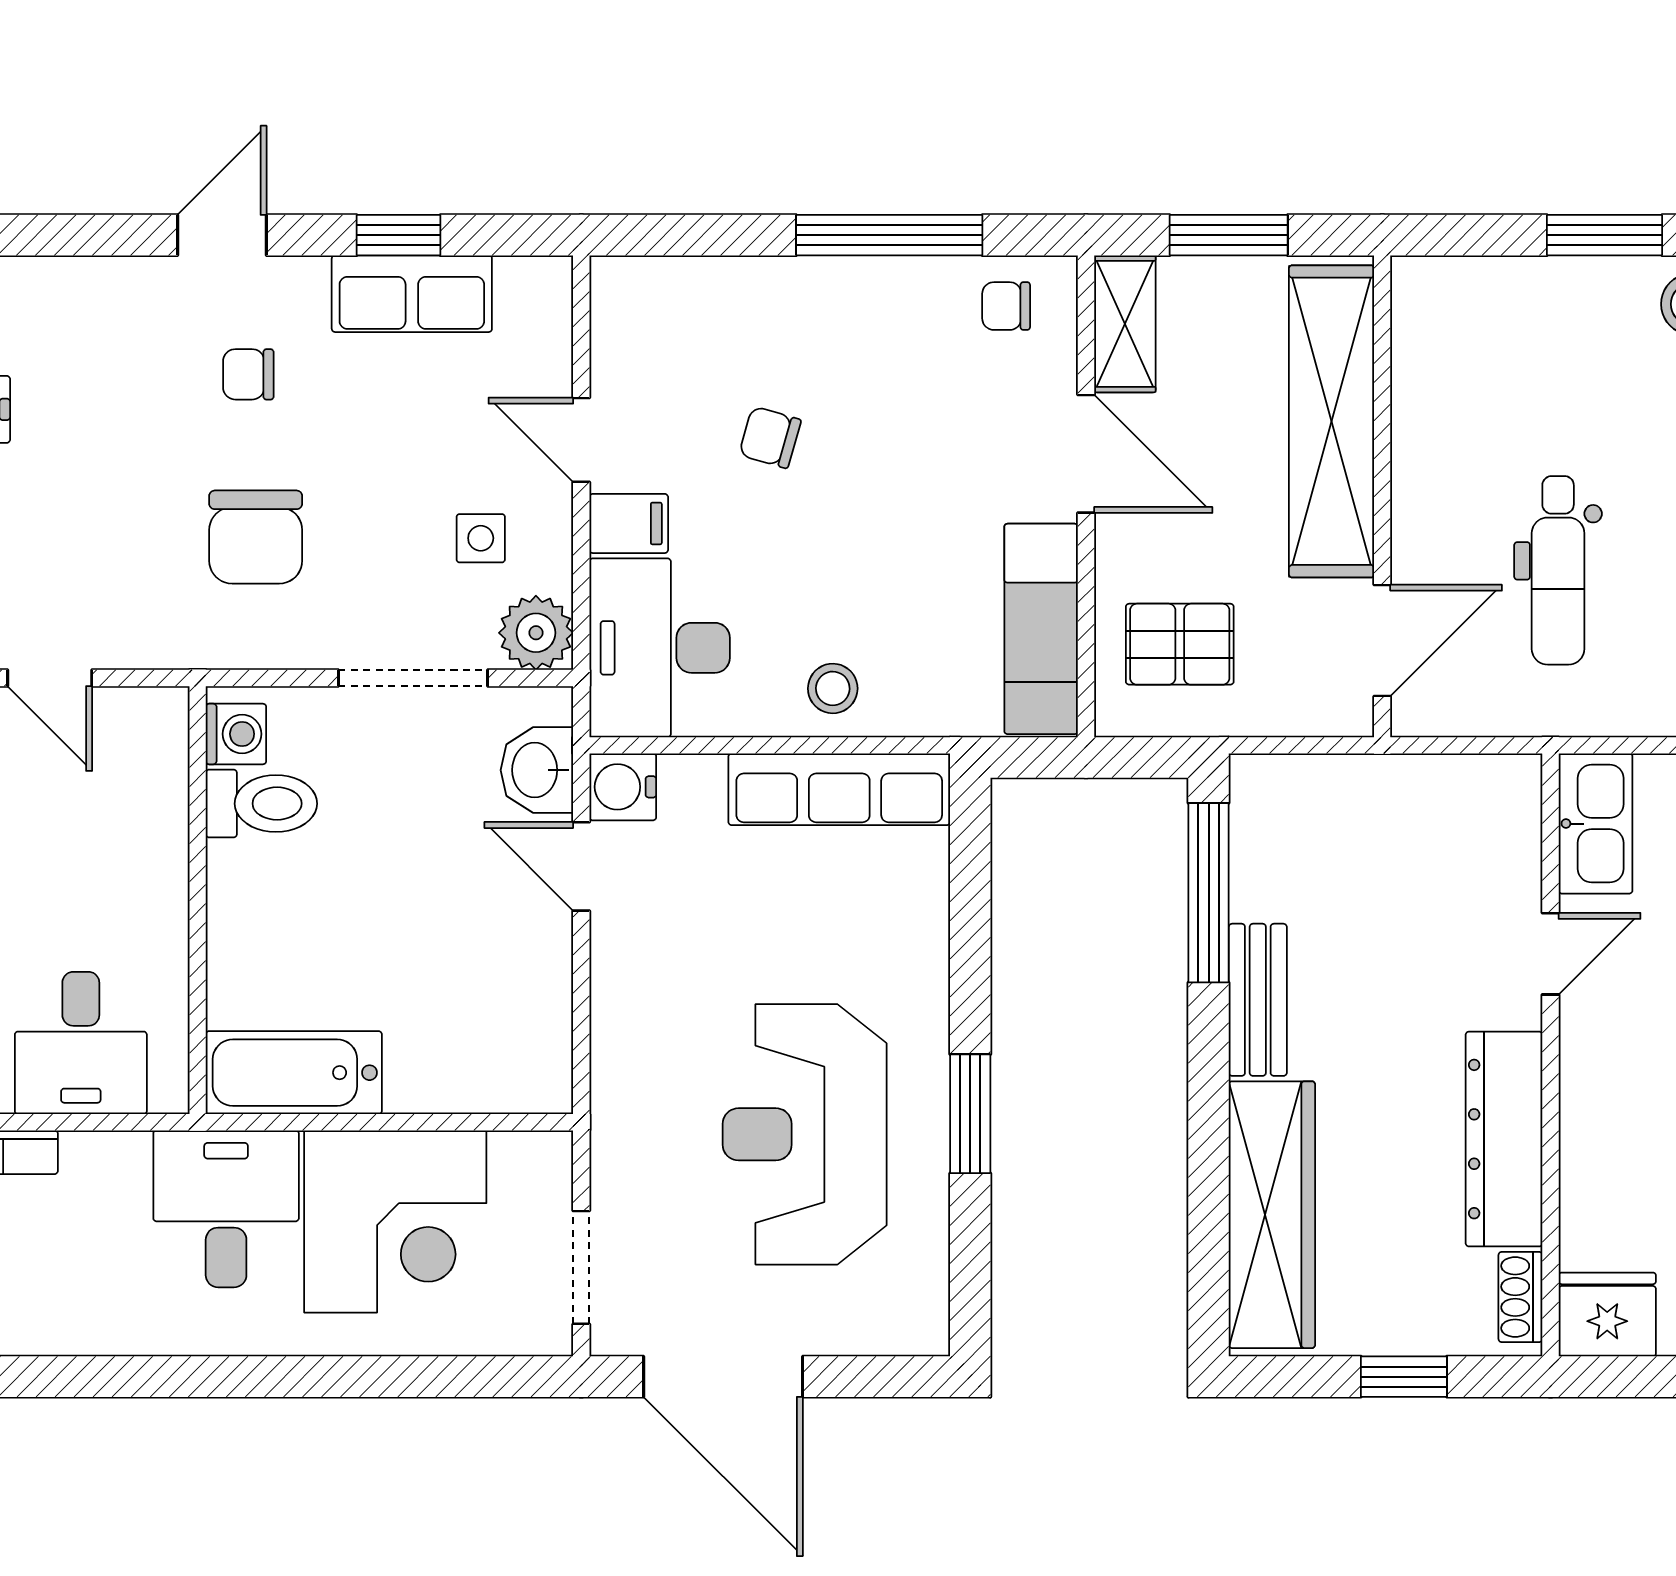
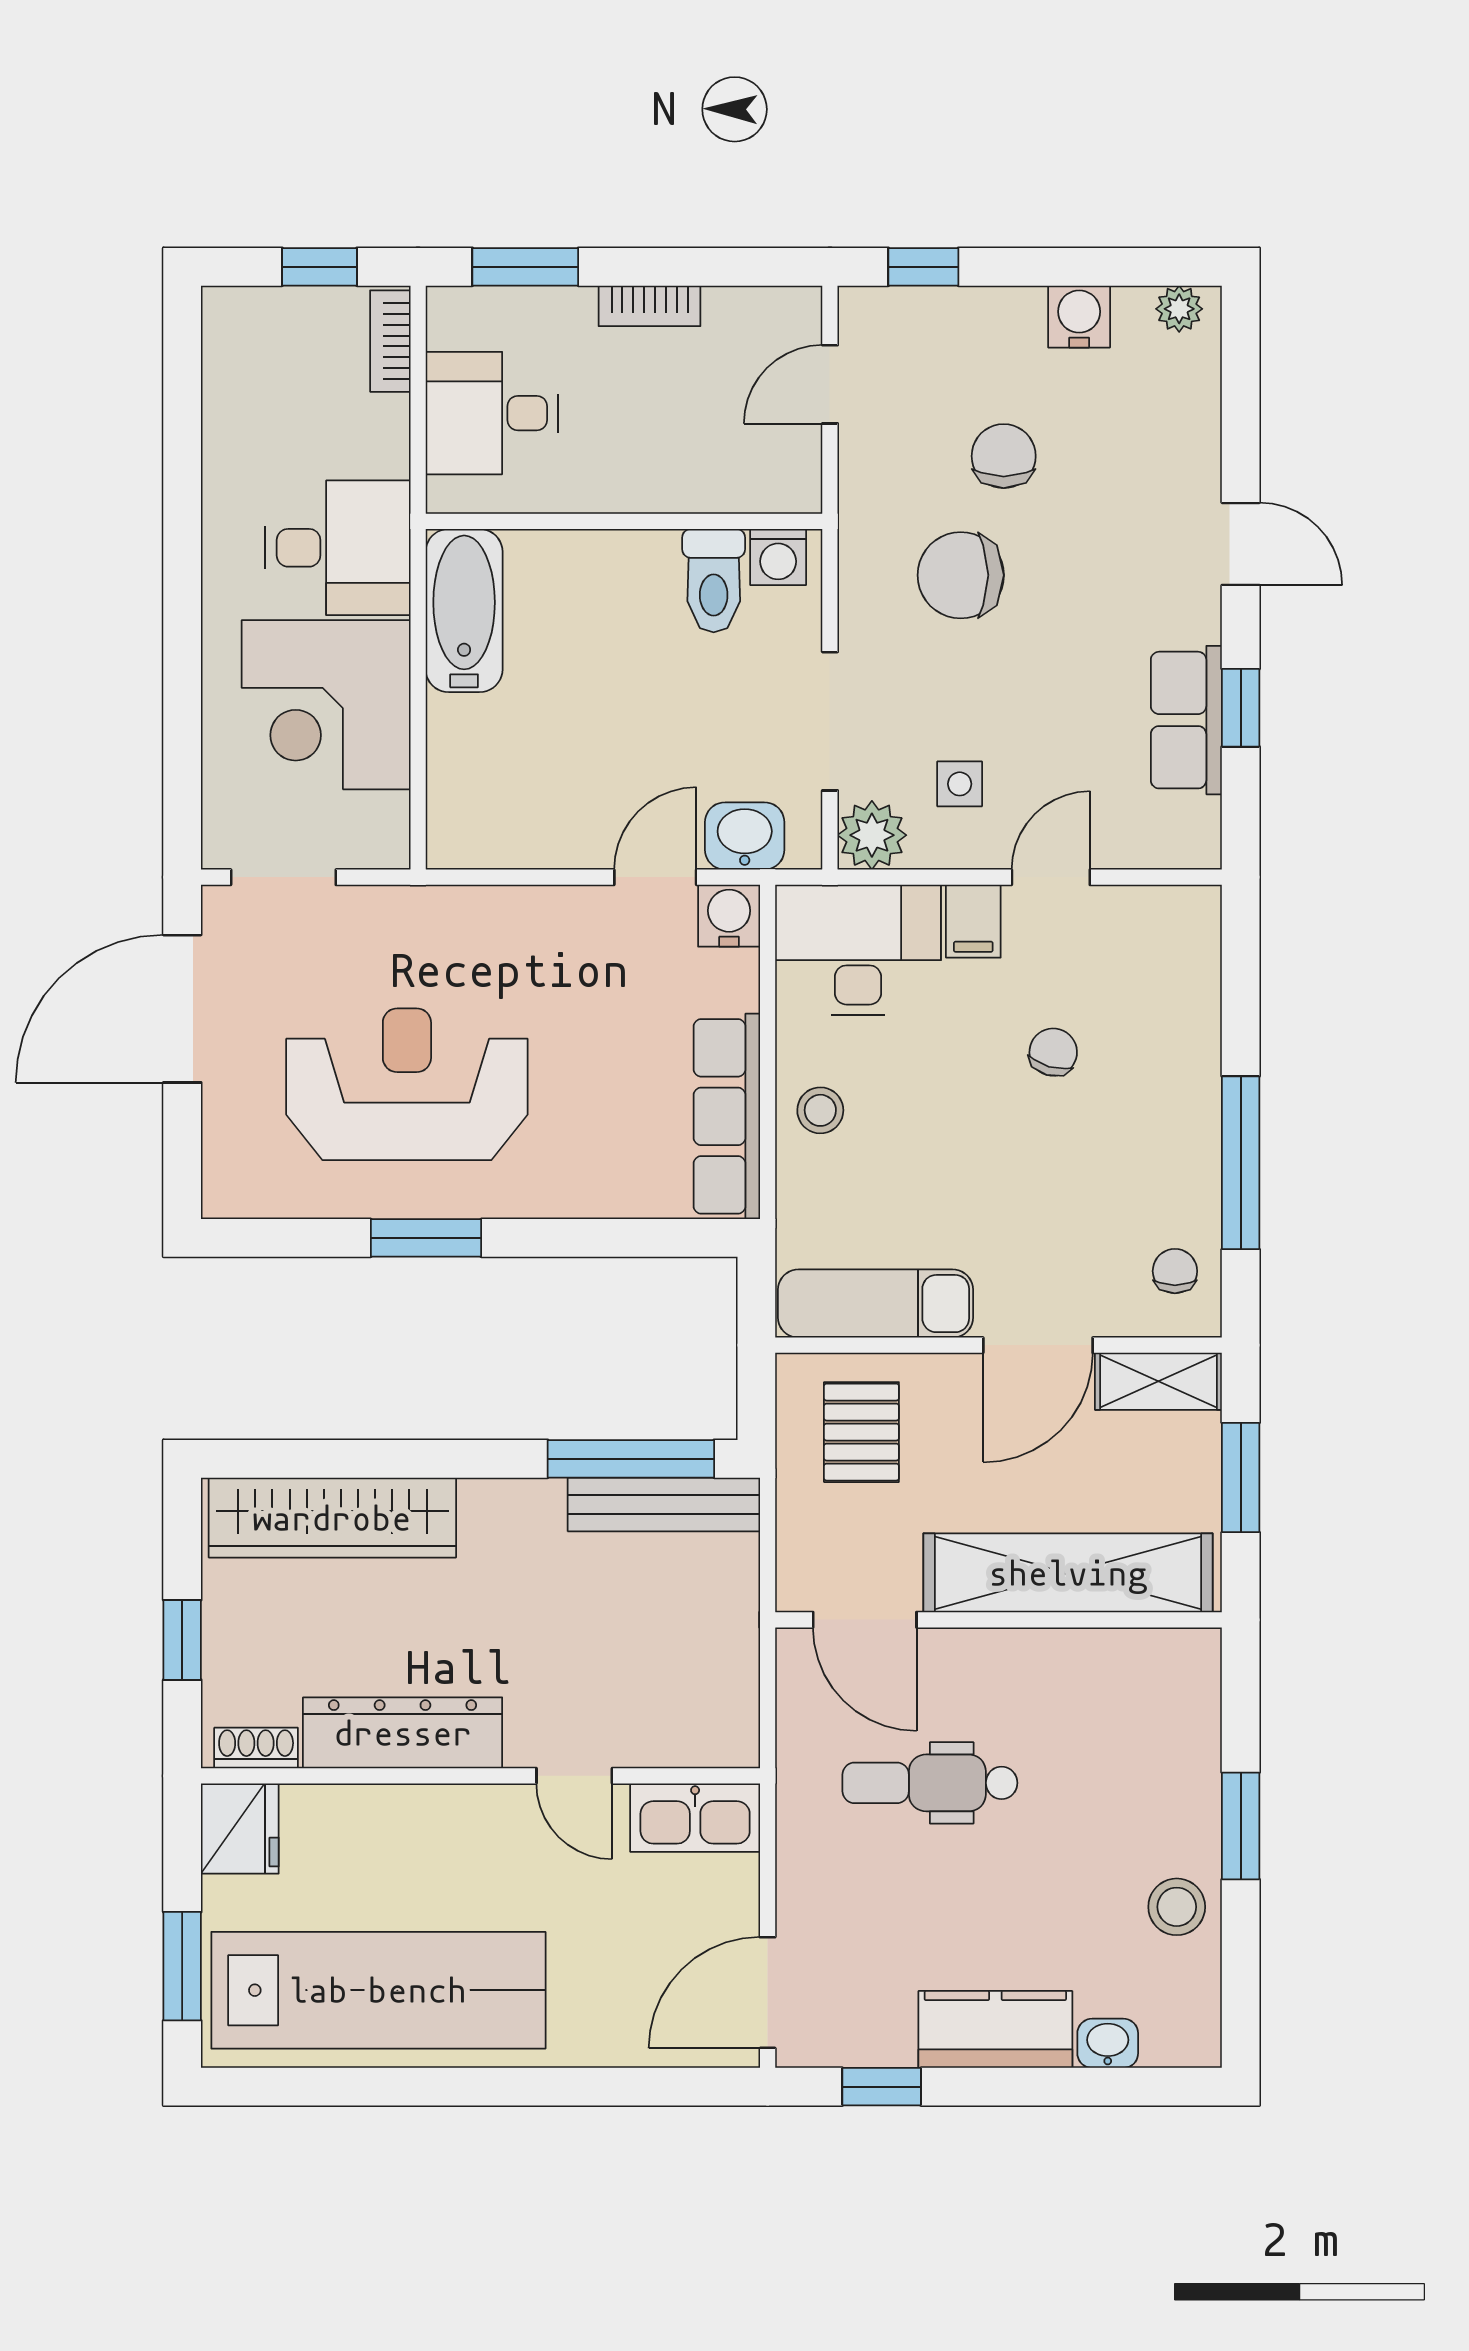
chair: (248, 374) -> (1004, 456), moved, width x1.37, depth x1.37
bench: (1258, 1000) -> (664, 1504), moved, width x1.36

